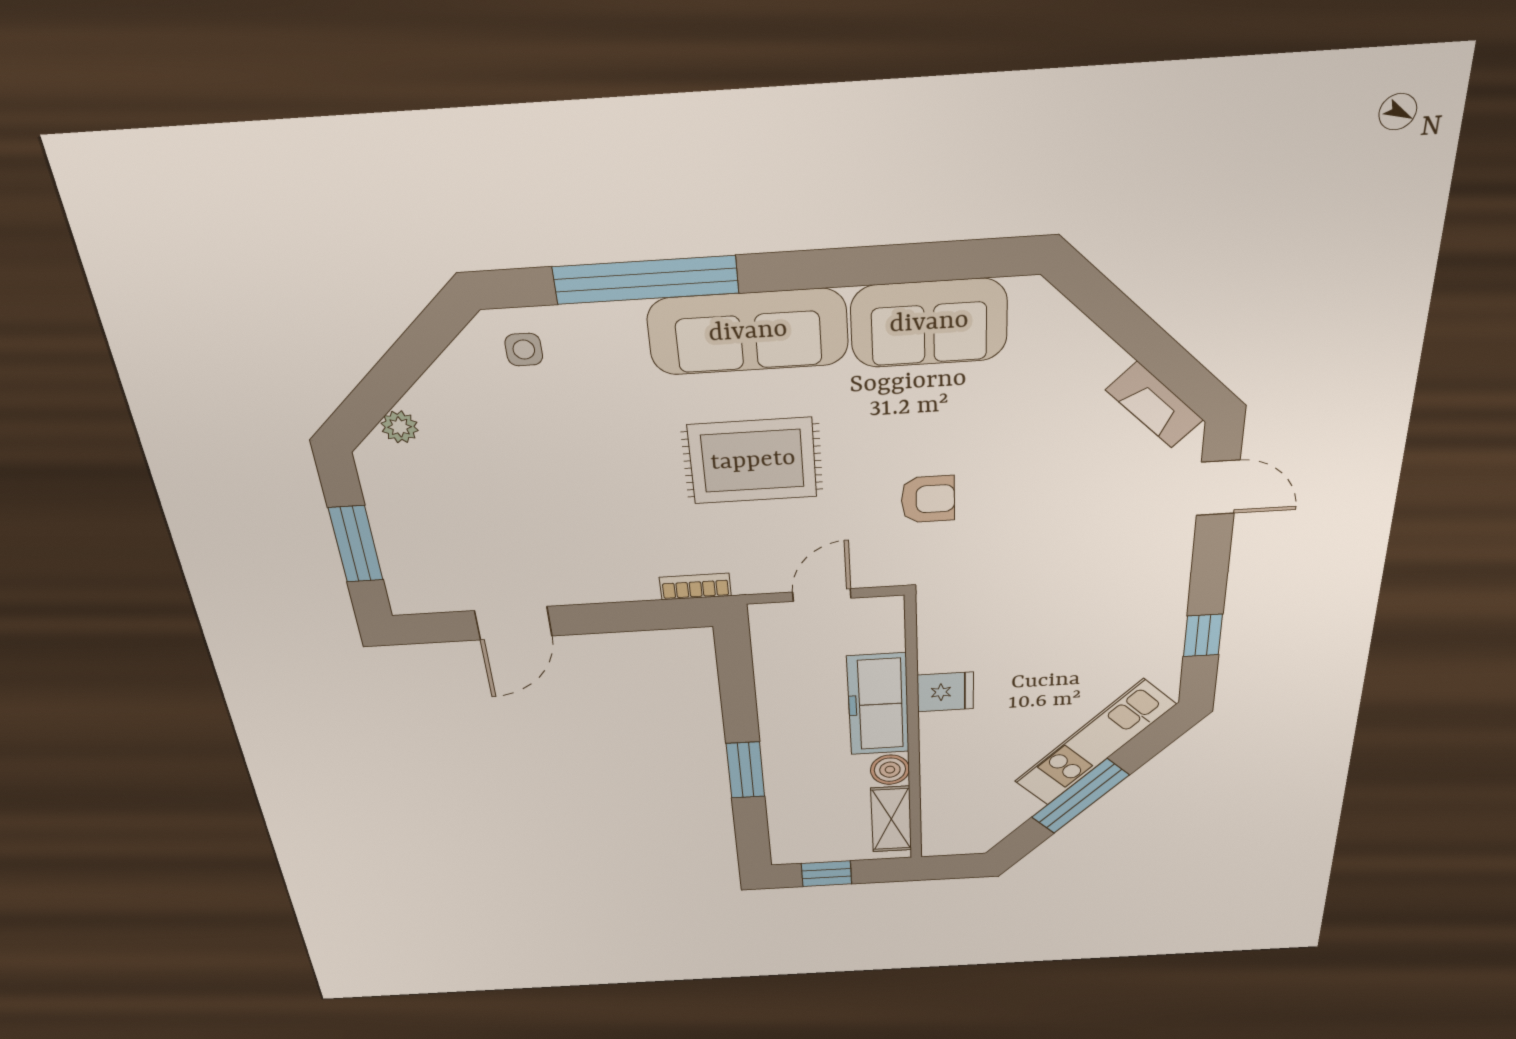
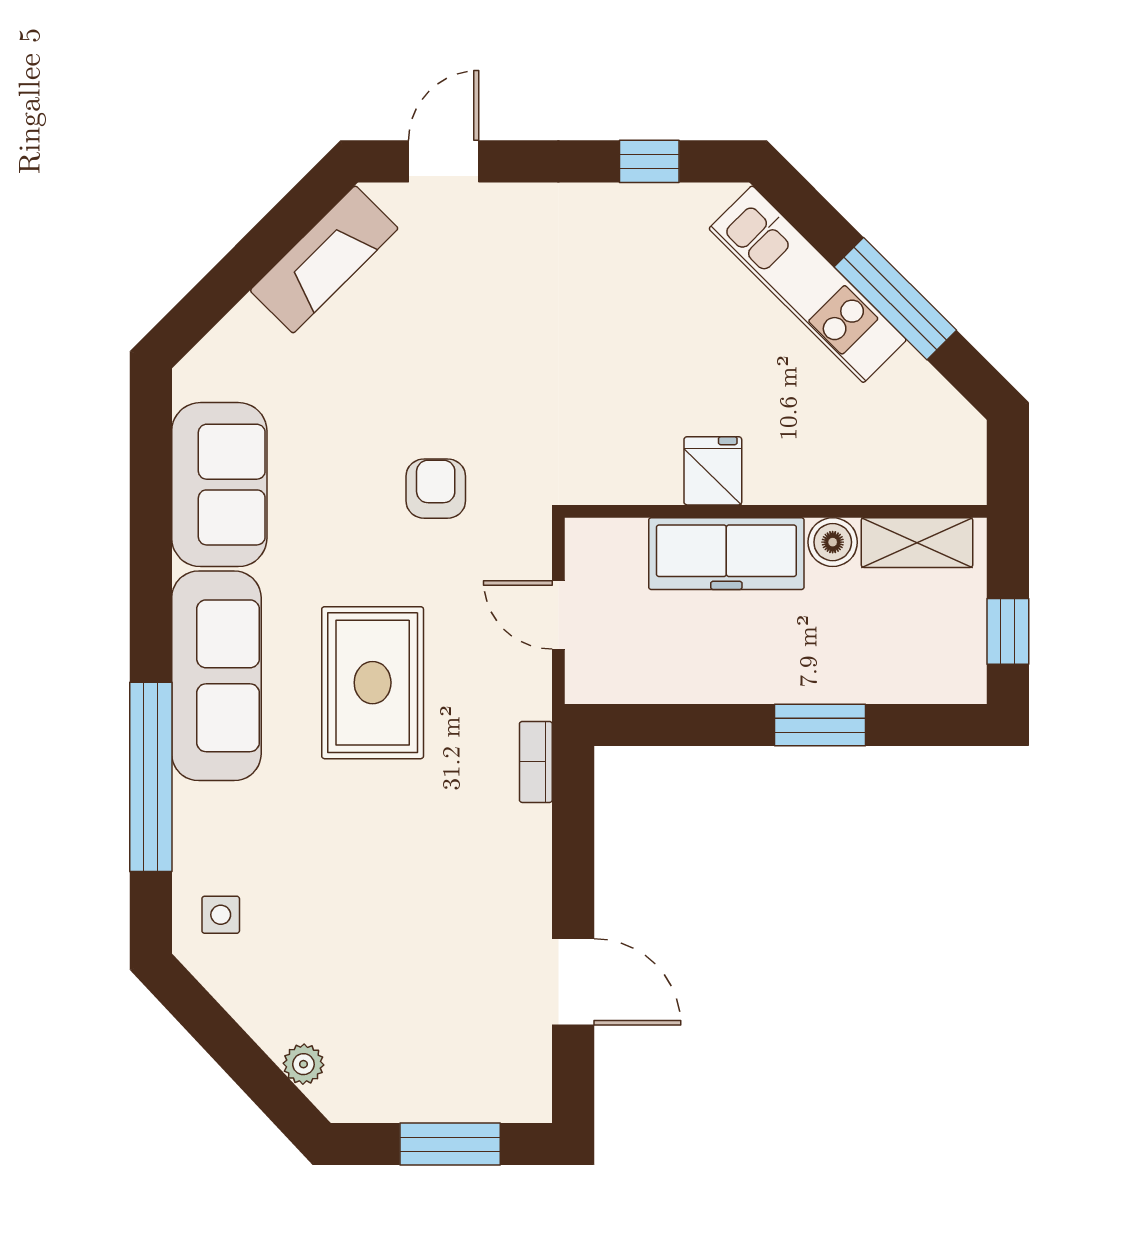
fireplace: (1155, 405) -> (324, 259), width x1.37, depth x1.32

